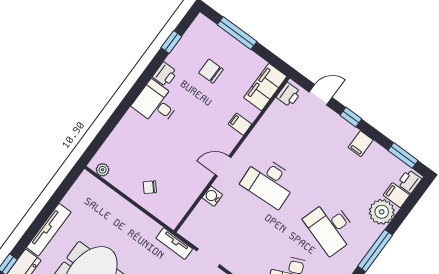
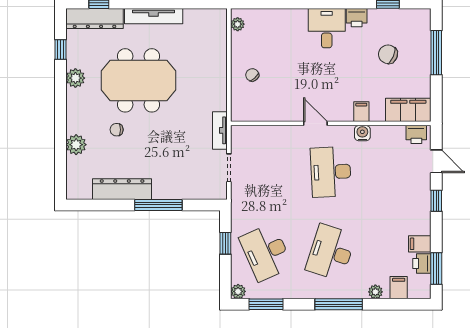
chair: (211, 71) -> (388, 54), turned -67
filing cabinet: (361, 144) -> (420, 244), moved
printer: (409, 181) -> (422, 263), moved, turned -90
water cooler: (212, 196) -> (362, 133), moved
plant: (382, 212) -> (375, 292), width x0.53, depth x0.53

